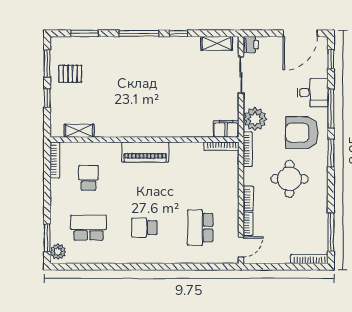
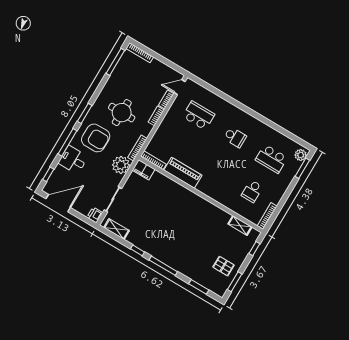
window: (47, 98) -> (254, 249), moved
piano: (145, 152) -> (183, 173), moved
school desk: (200, 228) -> (199, 116), turned -90

